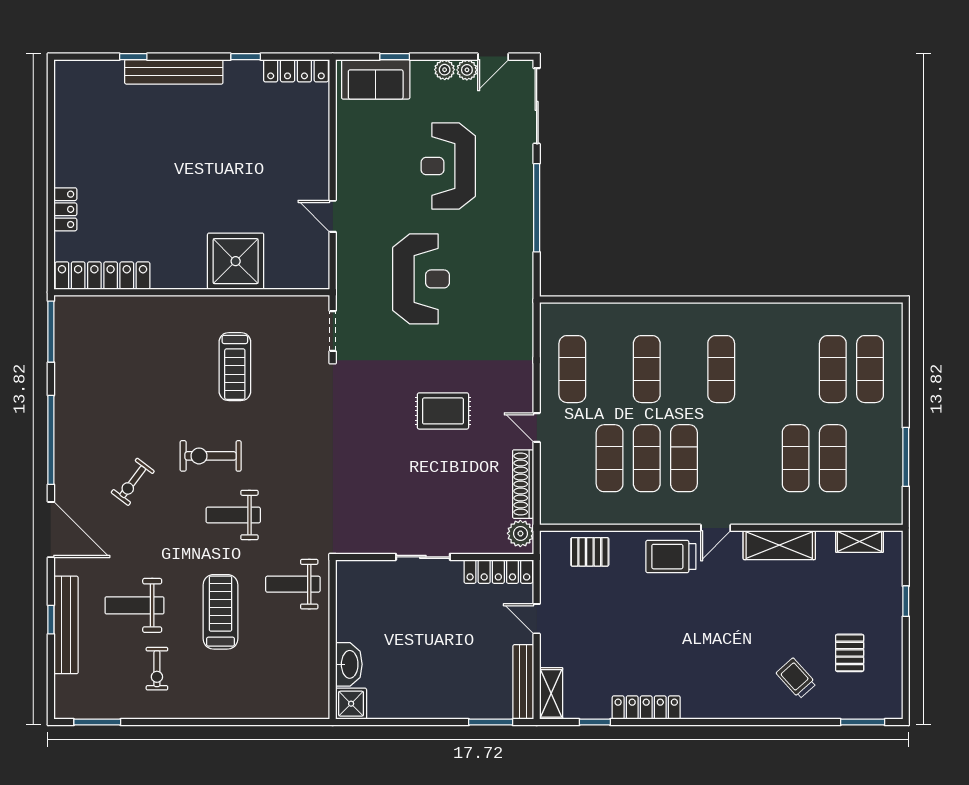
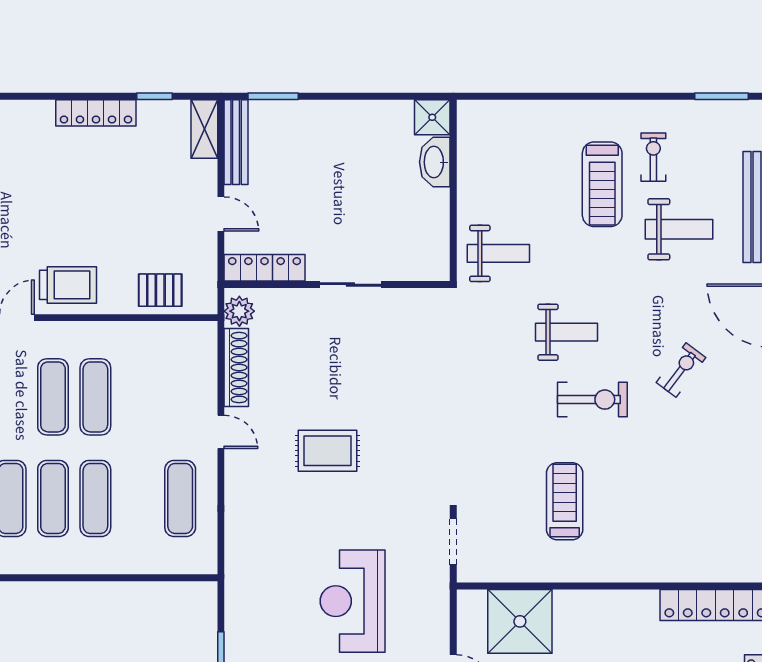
shower: (236, 261) -> (520, 621), moved
exercise mat: (610, 458) -> (53, 498), moved
treadmill: (220, 612) -> (602, 184), moved

